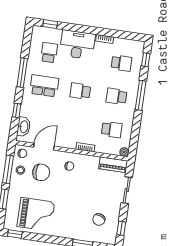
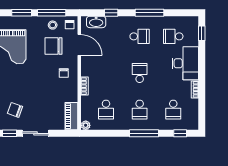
school desk: (49, 53) -> (173, 36), turned 180
school desk: (44, 86) -> (140, 36), width x0.54
school desk: (117, 96) -> (140, 110), turned 180
chair: (41, 172) -> (53, 46), turned 90
sliding door: (127, 190) -> (36, 133), moved

